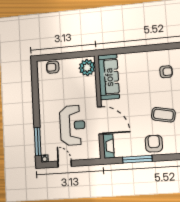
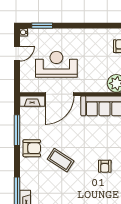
coffee table: (163, 115) -> (61, 160), turned -68
reception desk: (72, 125) -> (56, 64), turned 180
window: (38, 141) -> (42, 26), width x0.69

